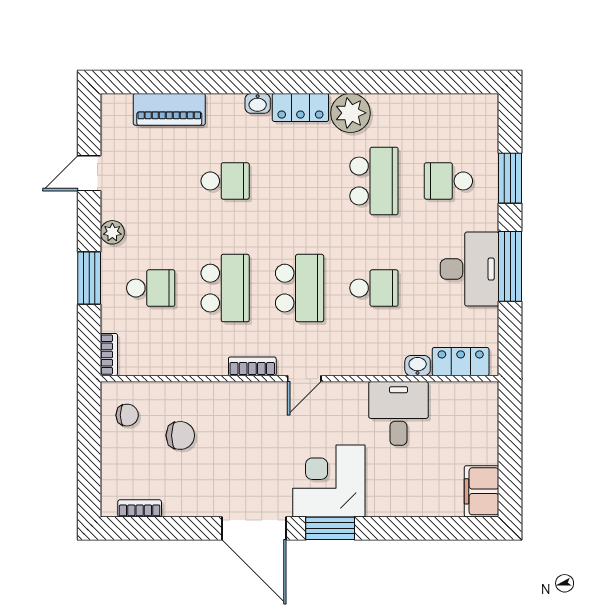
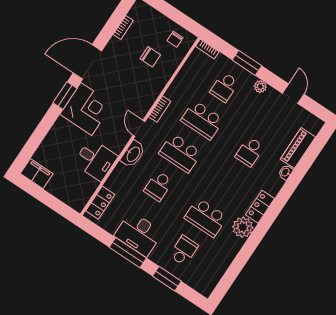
washbasin: (258, 103) -> (286, 172), moved
washbasin: (418, 366) -> (133, 154), moved, width x1.91, depth x1.45
chair: (180, 435) -> (150, 57), turned -90
bookcase: (140, 508) -> (123, 27), moved

